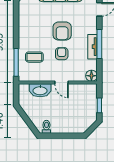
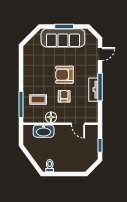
armchair: (62, 31) -> (65, 75), turned 90
floor lamp: (91, 76) -> (51, 117), moved
door: (61, 83) -> (78, 124), moved

